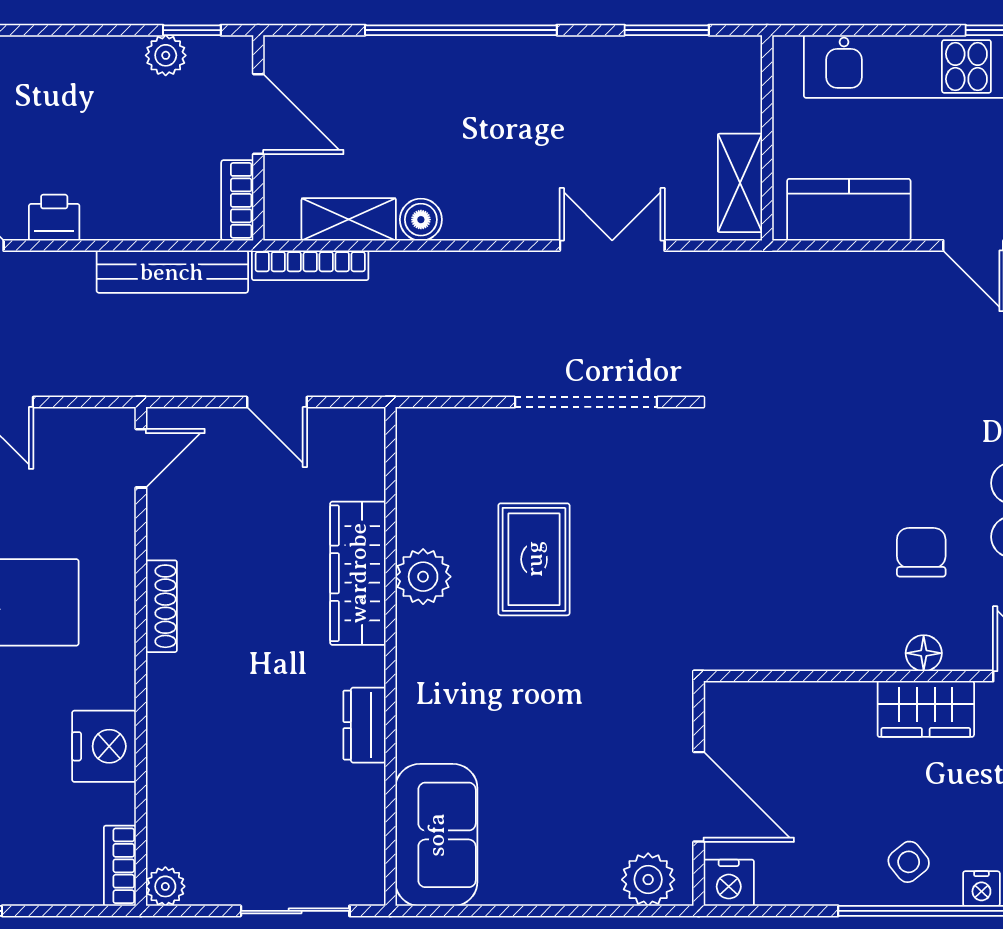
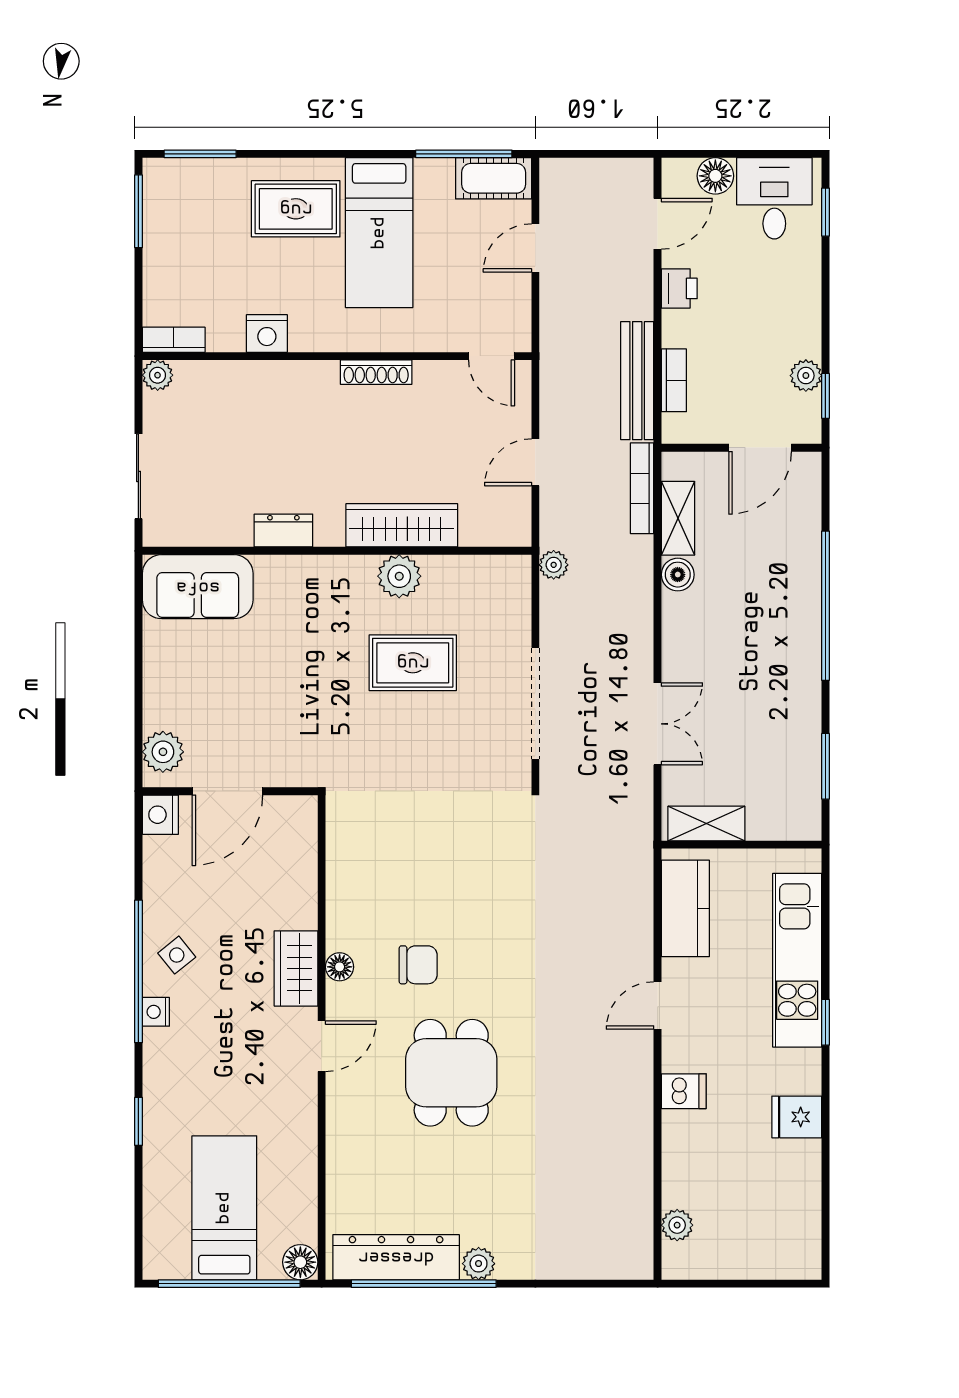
bookcase: (237, 200) -> (674, 380), moved, turned 90
plant: (408, 379) -> (554, 565), added
nightstand: (104, 746) -> (267, 334), width x0.74, depth x0.75

